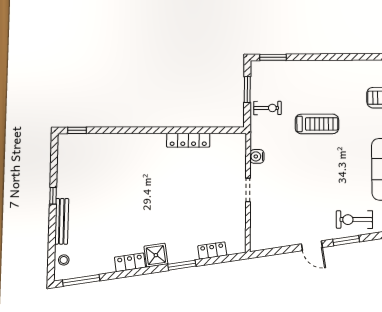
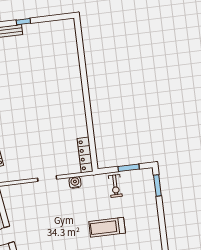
treadmill: (317, 124) -> (107, 227), turned 90
window: (77, 130) -> (79, 33), removed
locker: (188, 140) -> (85, 155), moved

